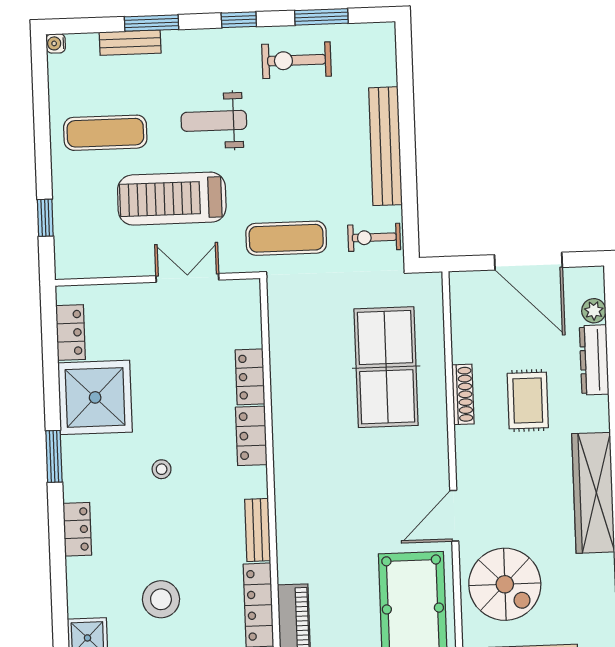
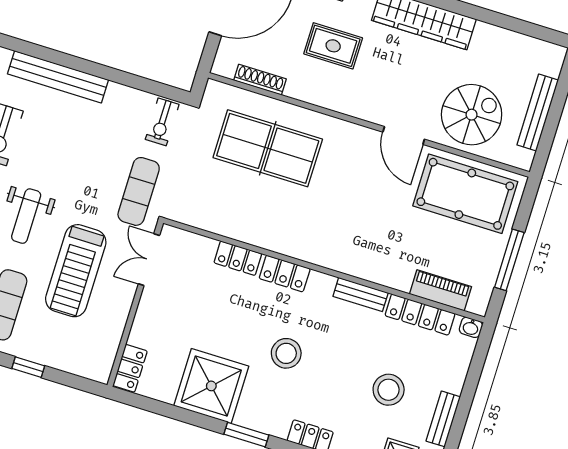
bench: (385, 146) -> (58, 77), moved
window: (45, 218) -> (28, 367), moved
double door: (187, 278) -> (149, 260), moved
locker: (71, 333) -> (130, 368), moved, turned 90
shoe rack: (463, 394) -> (260, 80), moved
stool: (162, 469) -> (286, 353), width x1.89, depth x1.89

